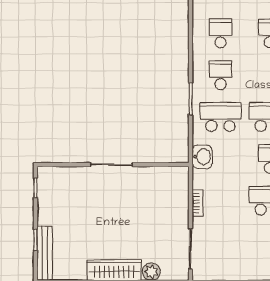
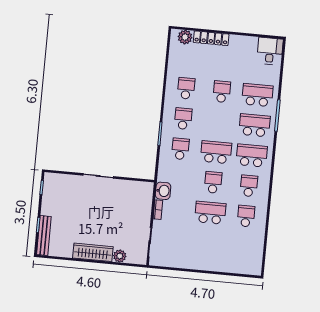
school desk: (220, 117) -> (180, 149), width x0.54
washbasin: (202, 157) -> (163, 191), moved

